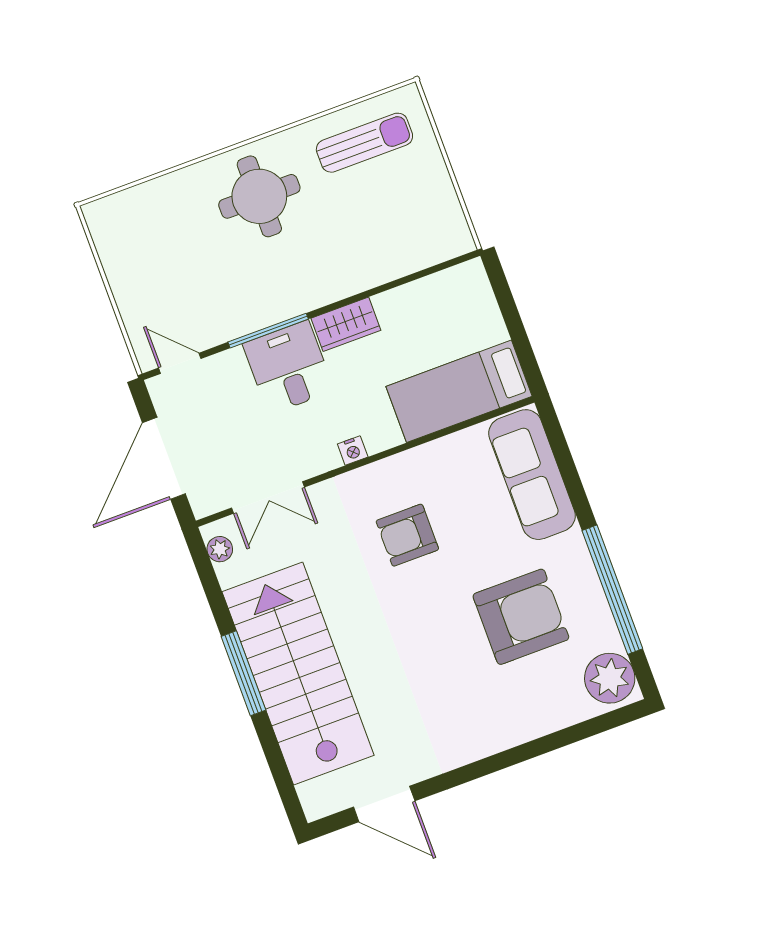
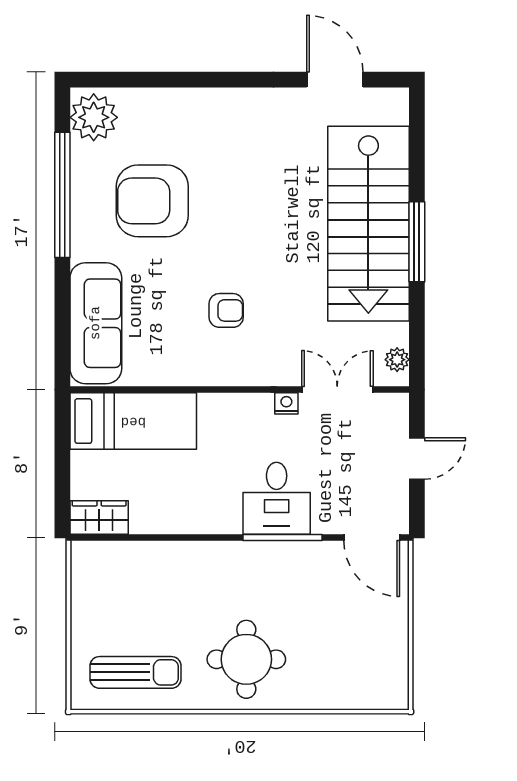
sun lounger: (364, 143) -> (136, 672), turned 180
wardrobe: (346, 324) -> (99, 517), moved
door: (180, 363) -> (372, 537), width x1.38
nightstand: (353, 451) -> (286, 403), moved
door: (164, 458) -> (417, 458), width x0.53
armchair: (407, 535) -> (226, 310), width x0.72, depth x0.72

